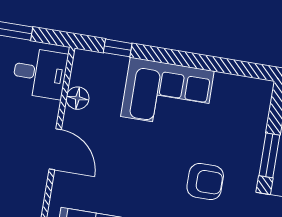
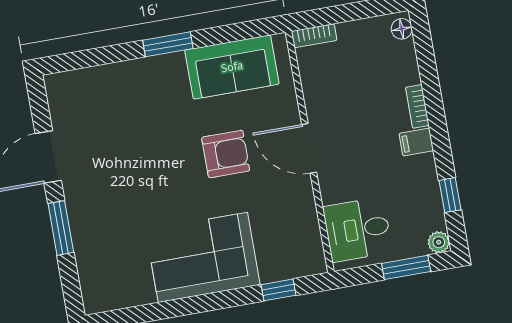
floor lamp: (78, 98) -> (304, 216), removed
armchair: (205, 182) -> (226, 154), moved, turned 180

